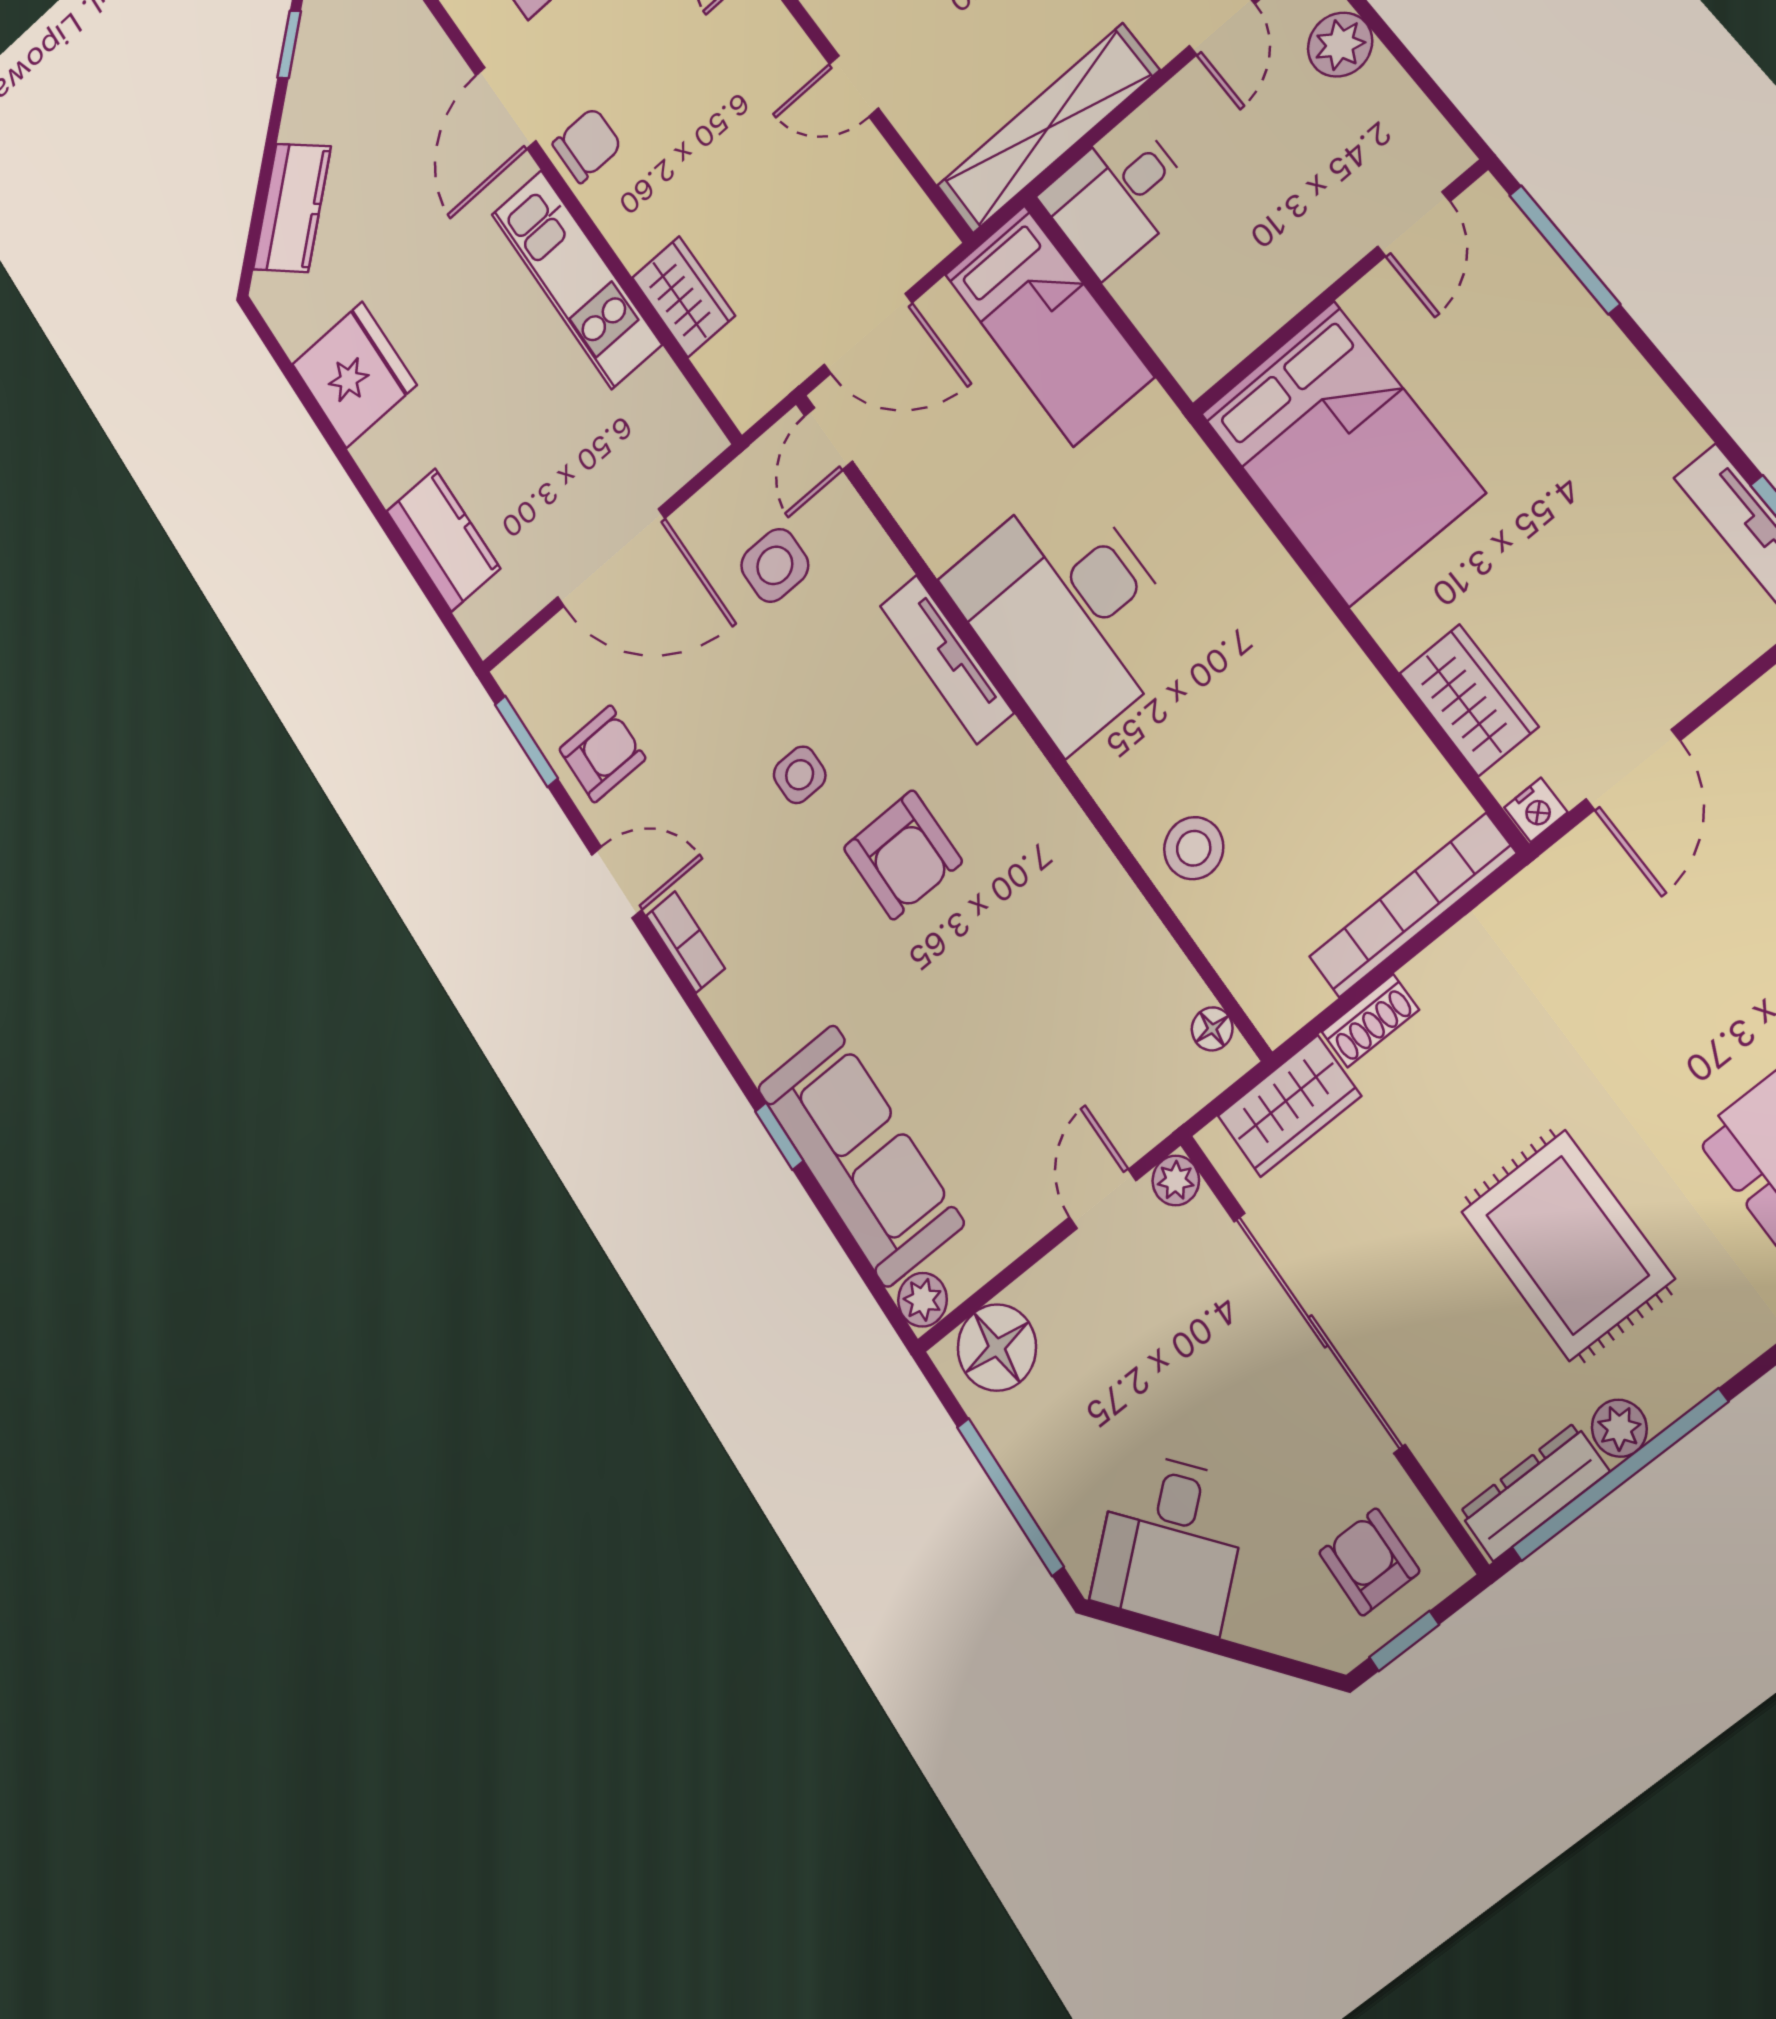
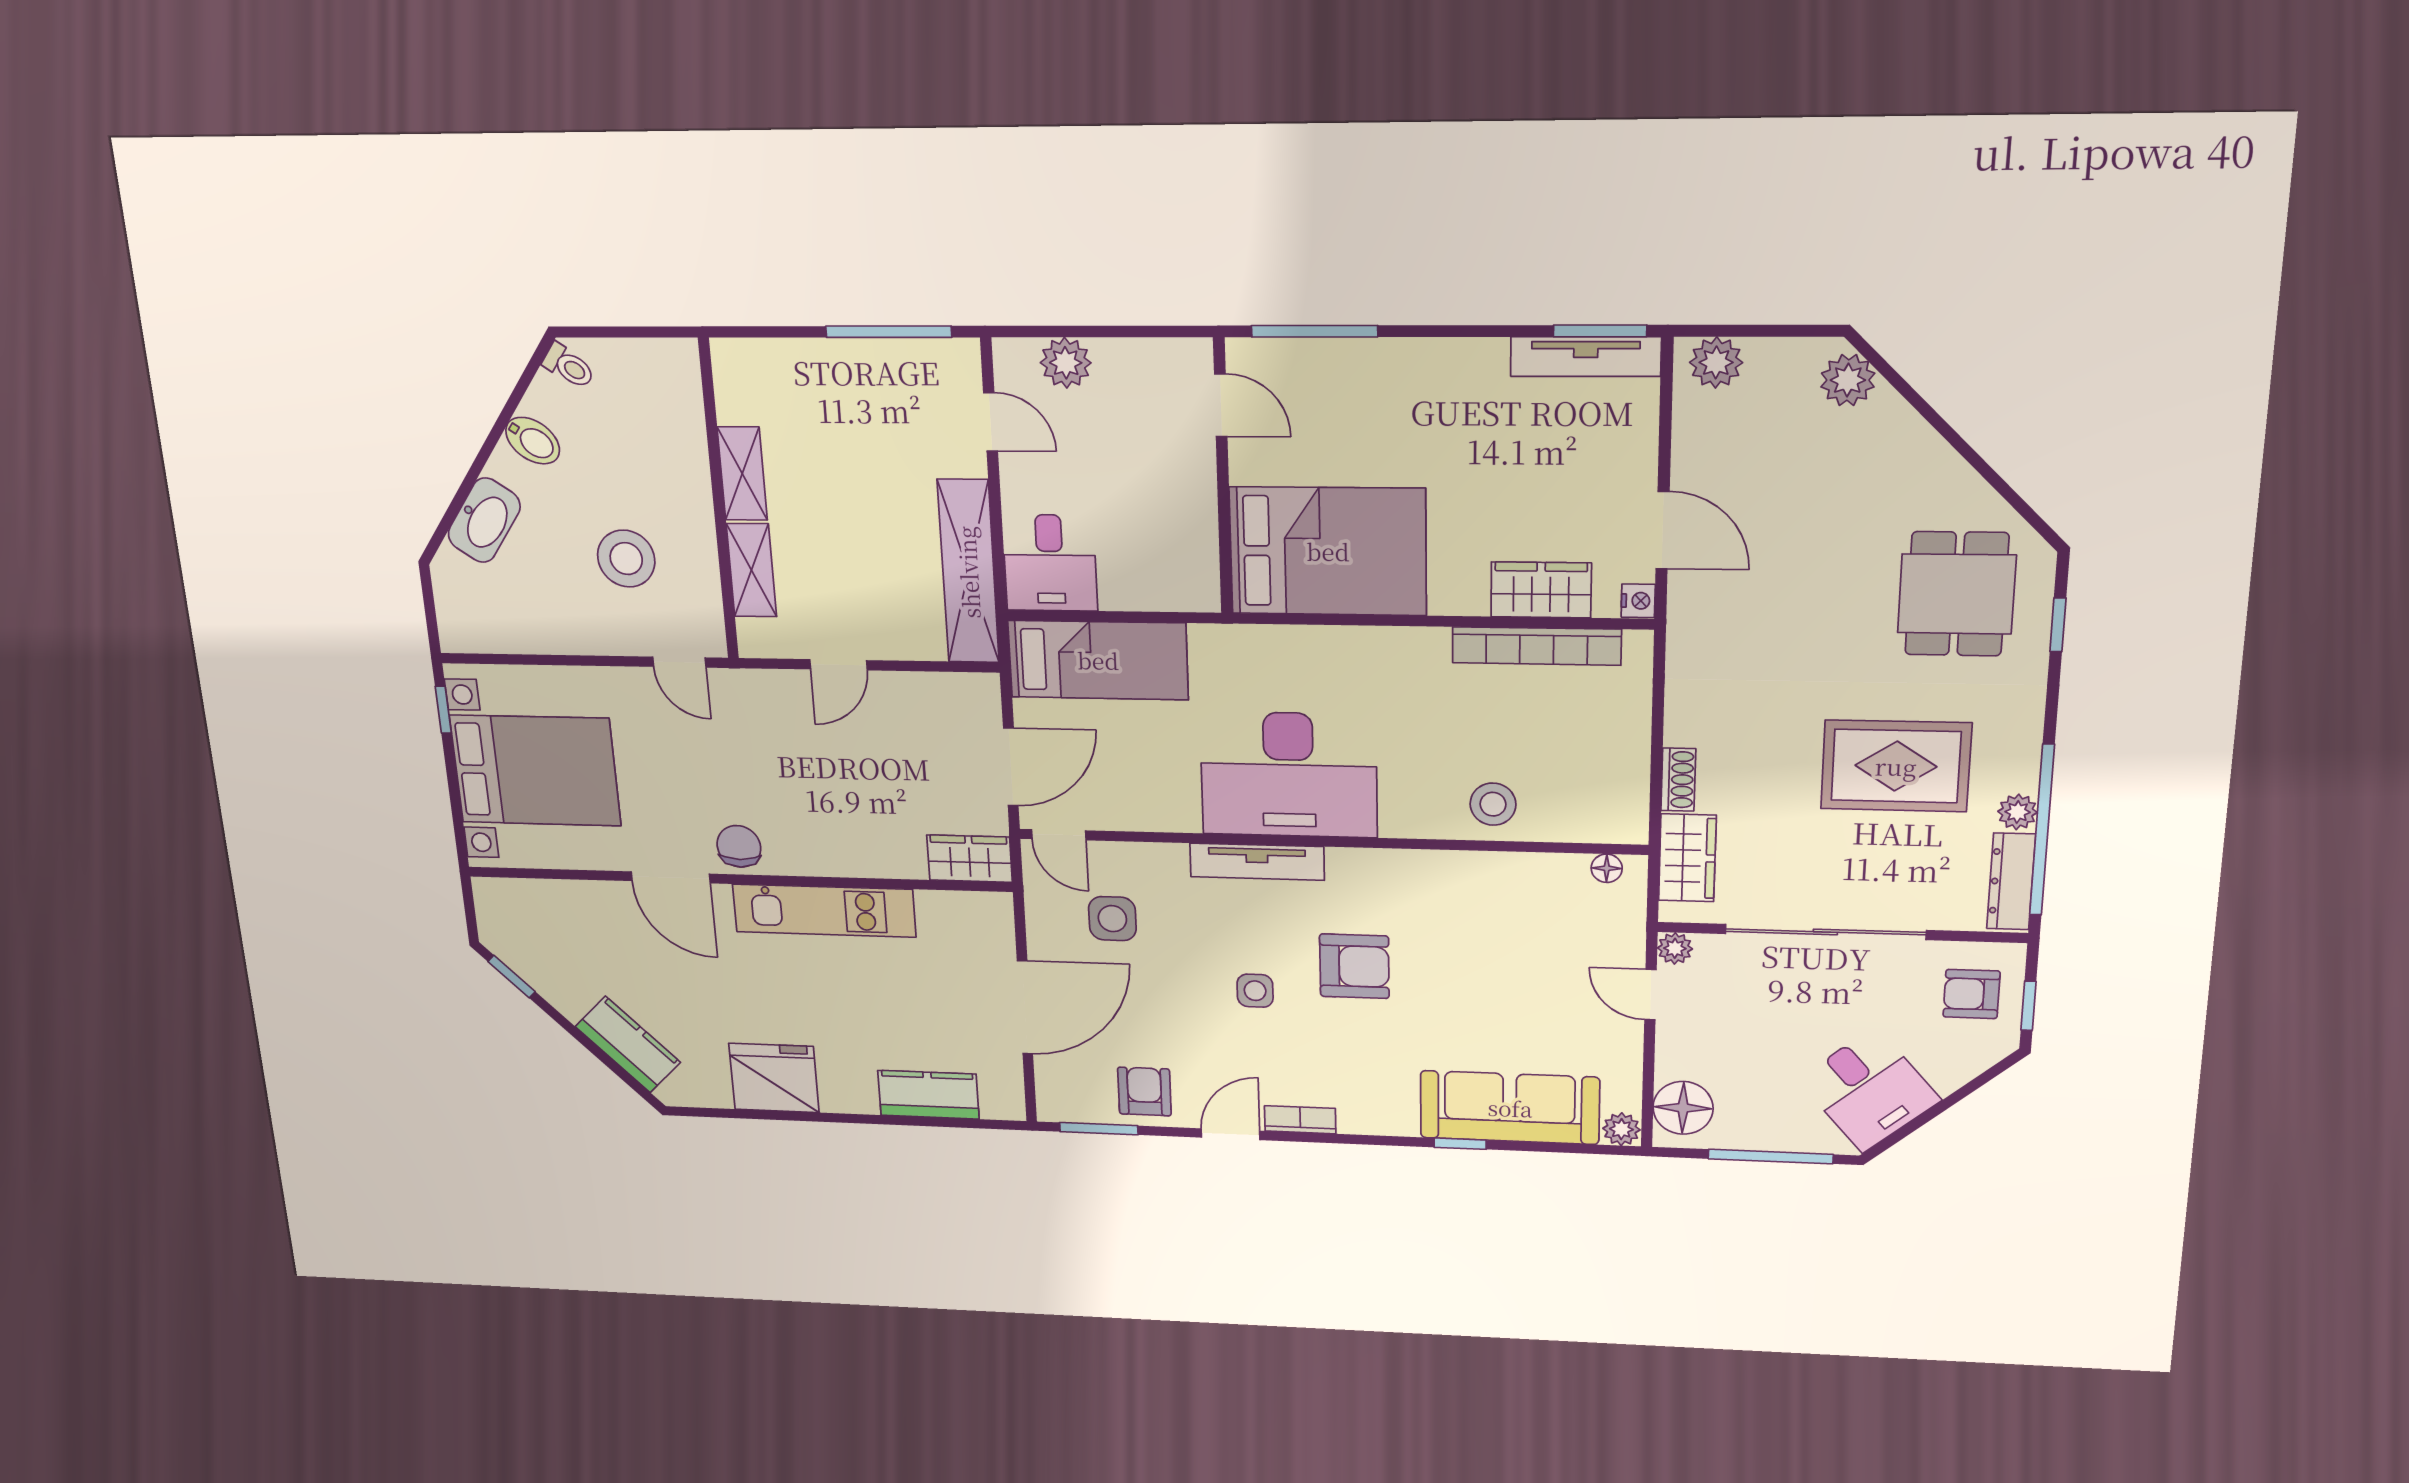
wardrobe: (683, 297) -> (970, 859), moved
bookcase: (1413, 905) -> (1537, 646), moved, turned -90

